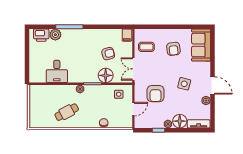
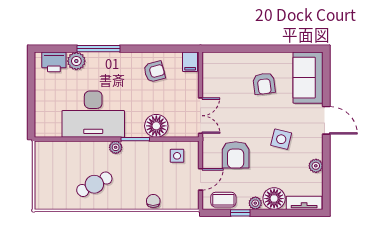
coffee table: (146, 47) -> (223, 200), moved
armchair: (108, 54) -> (154, 72), moved
double door: (133, 69) -> (200, 116), swing flipped
desk: (57, 71) -> (93, 114), width x1.87, depth x1.30
door: (213, 85) -> (326, 120), moved

